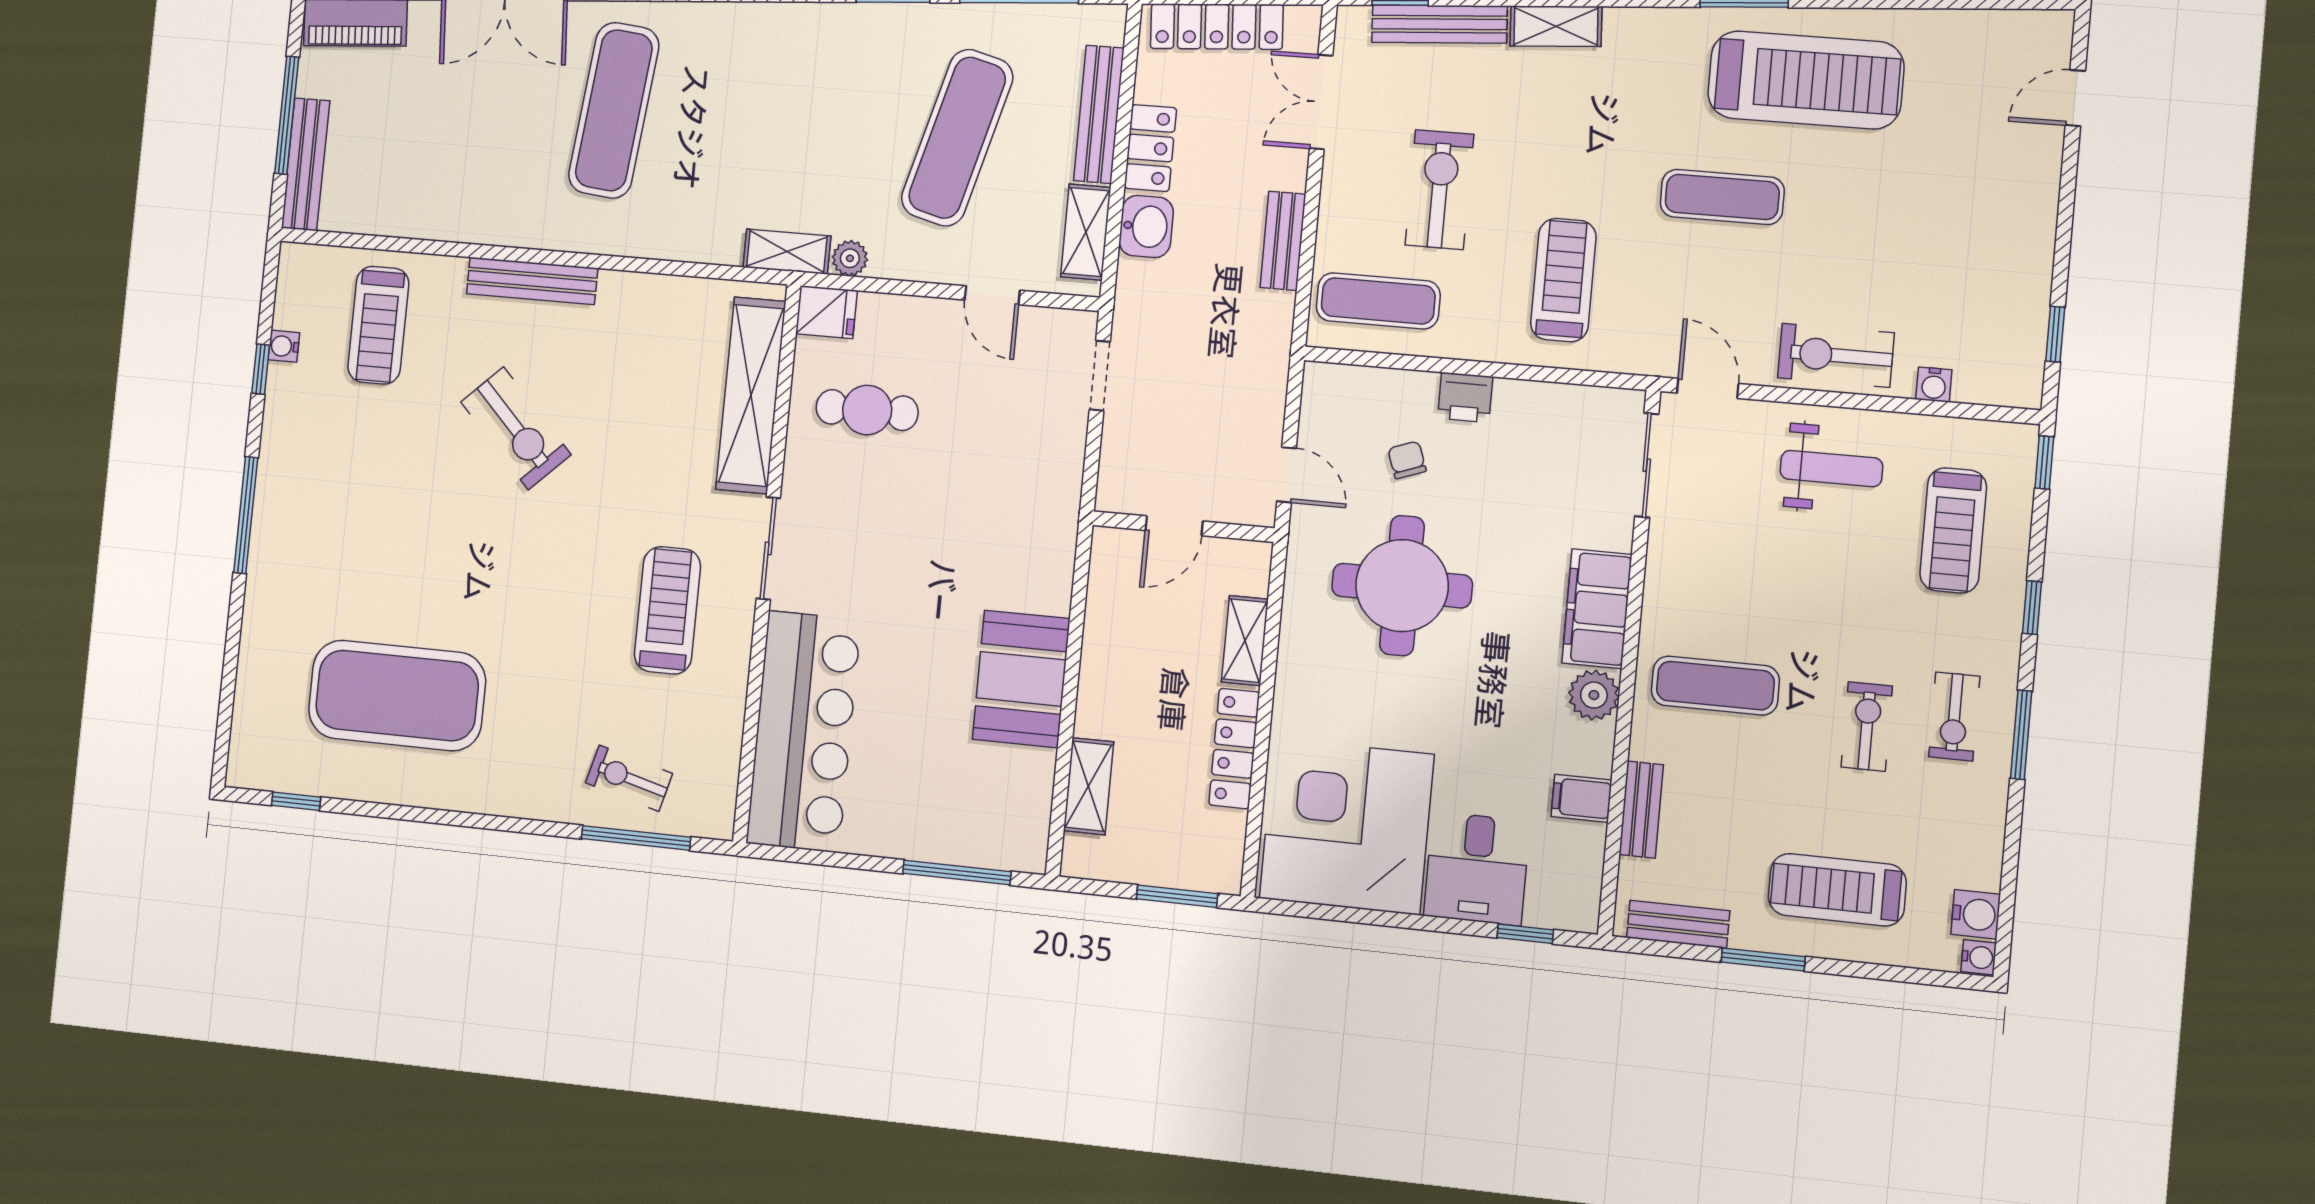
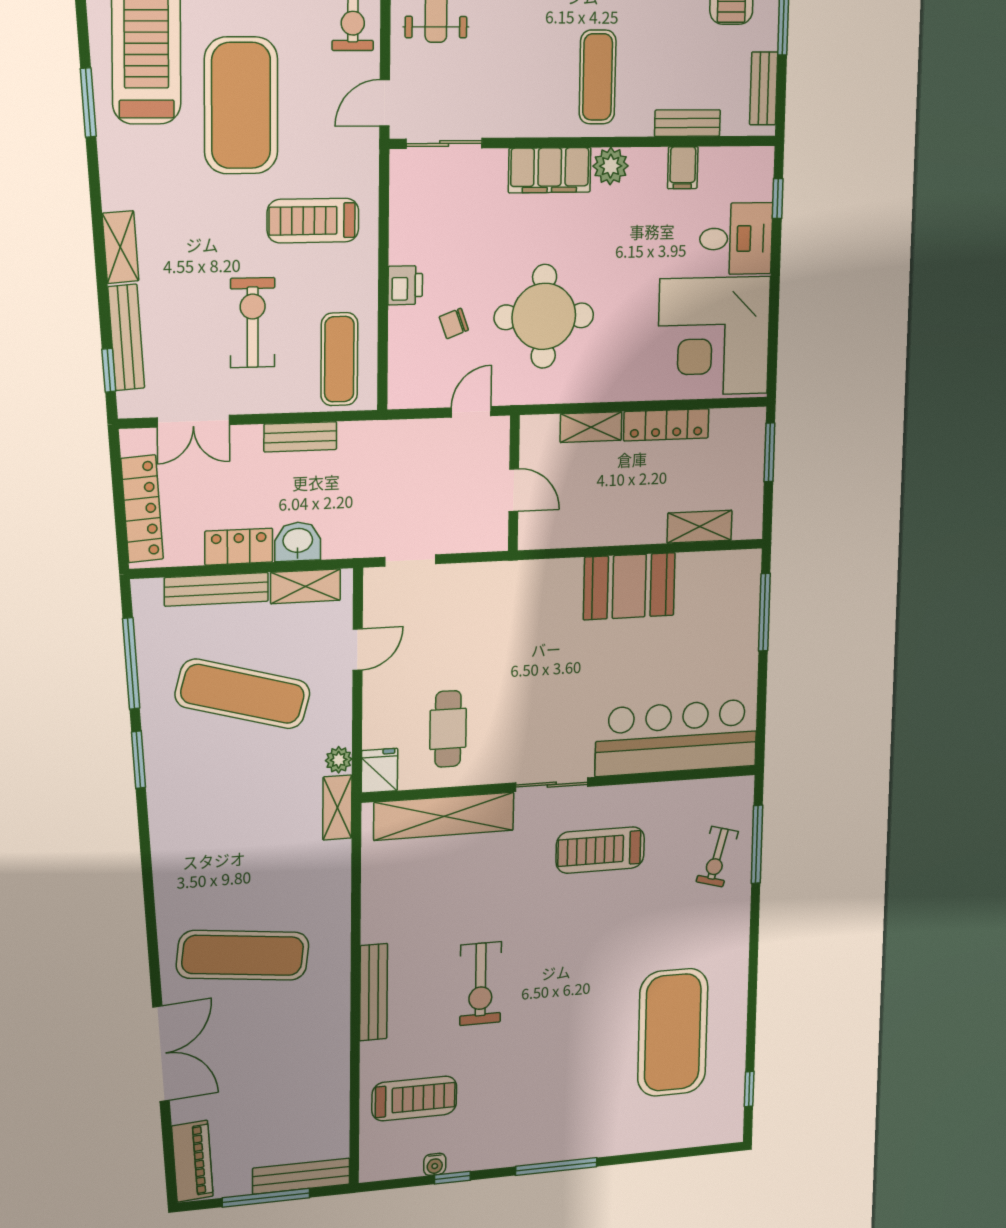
exercise bike: (1439, 190) -> (253, 323), turned 90
exercise mat: (1722, 197) -> (241, 105), width x2.00, depth x1.45
exercise bike: (516, 428) -> (481, 984), turned 134

